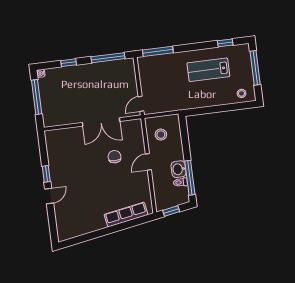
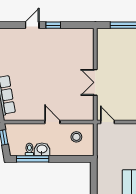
double door: (101, 122) -> (95, 82), width x0.73
chair: (114, 157) -> (61, 91), removed
door: (49, 196) -> (32, 25), swing flipped

